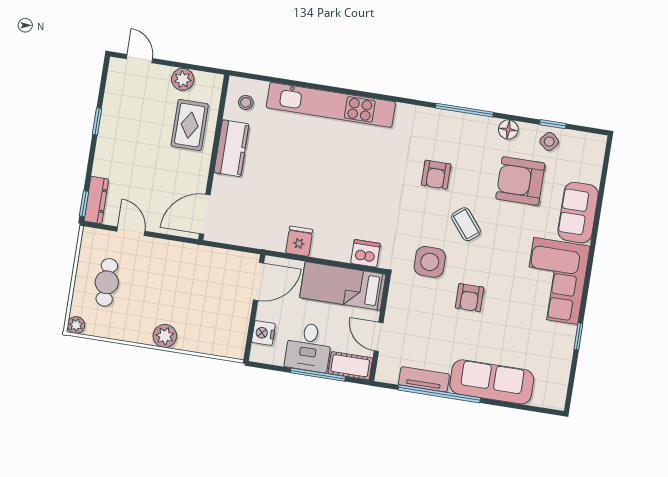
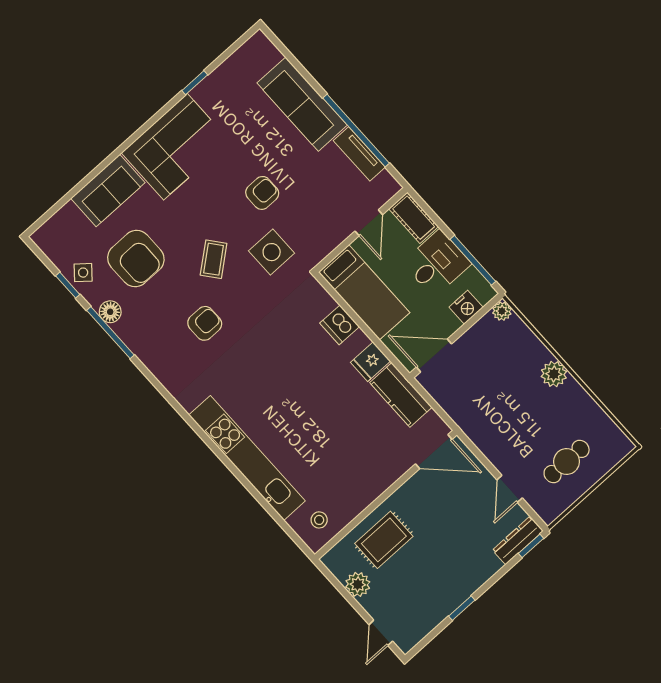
window: (464, 110) -> (110, 333), moved
kitchen counter: (231, 148) -> (401, 395), moved, turned -90
dishwasher: (365, 253) -> (340, 325), moved
plant: (76, 325) -> (502, 311), moved
window: (318, 375) -> (473, 260), moved

